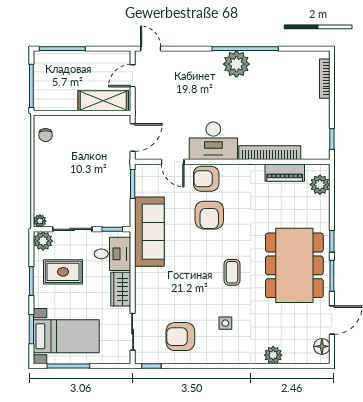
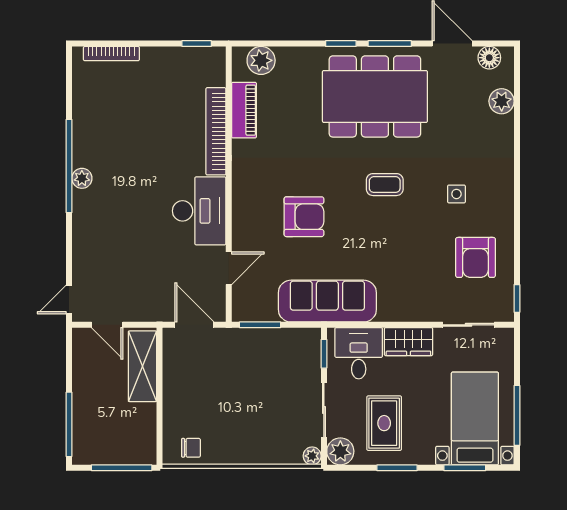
plant: (236, 64) -> (82, 178), width x0.53, depth x0.53
armchair: (206, 179) -> (253, 221), removed
plant: (273, 355) -> (502, 101), moved

